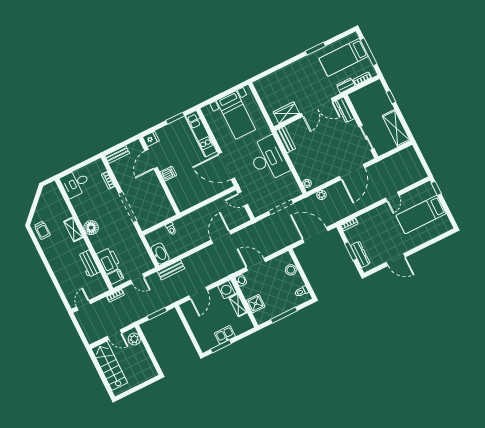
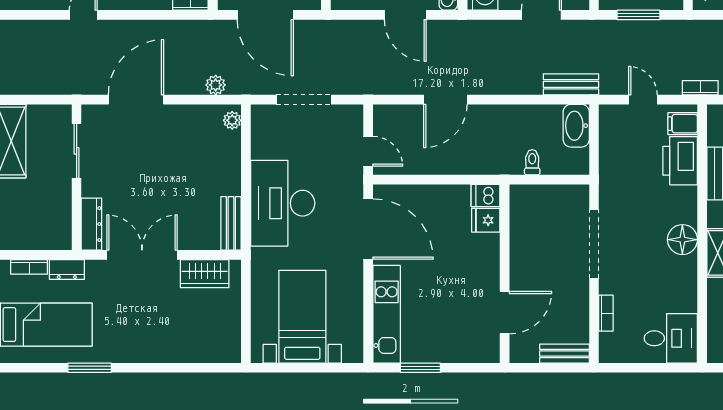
fridge: (151, 139) -> (486, 220), moved
dishwasher: (168, 174) -> (486, 195), moved

